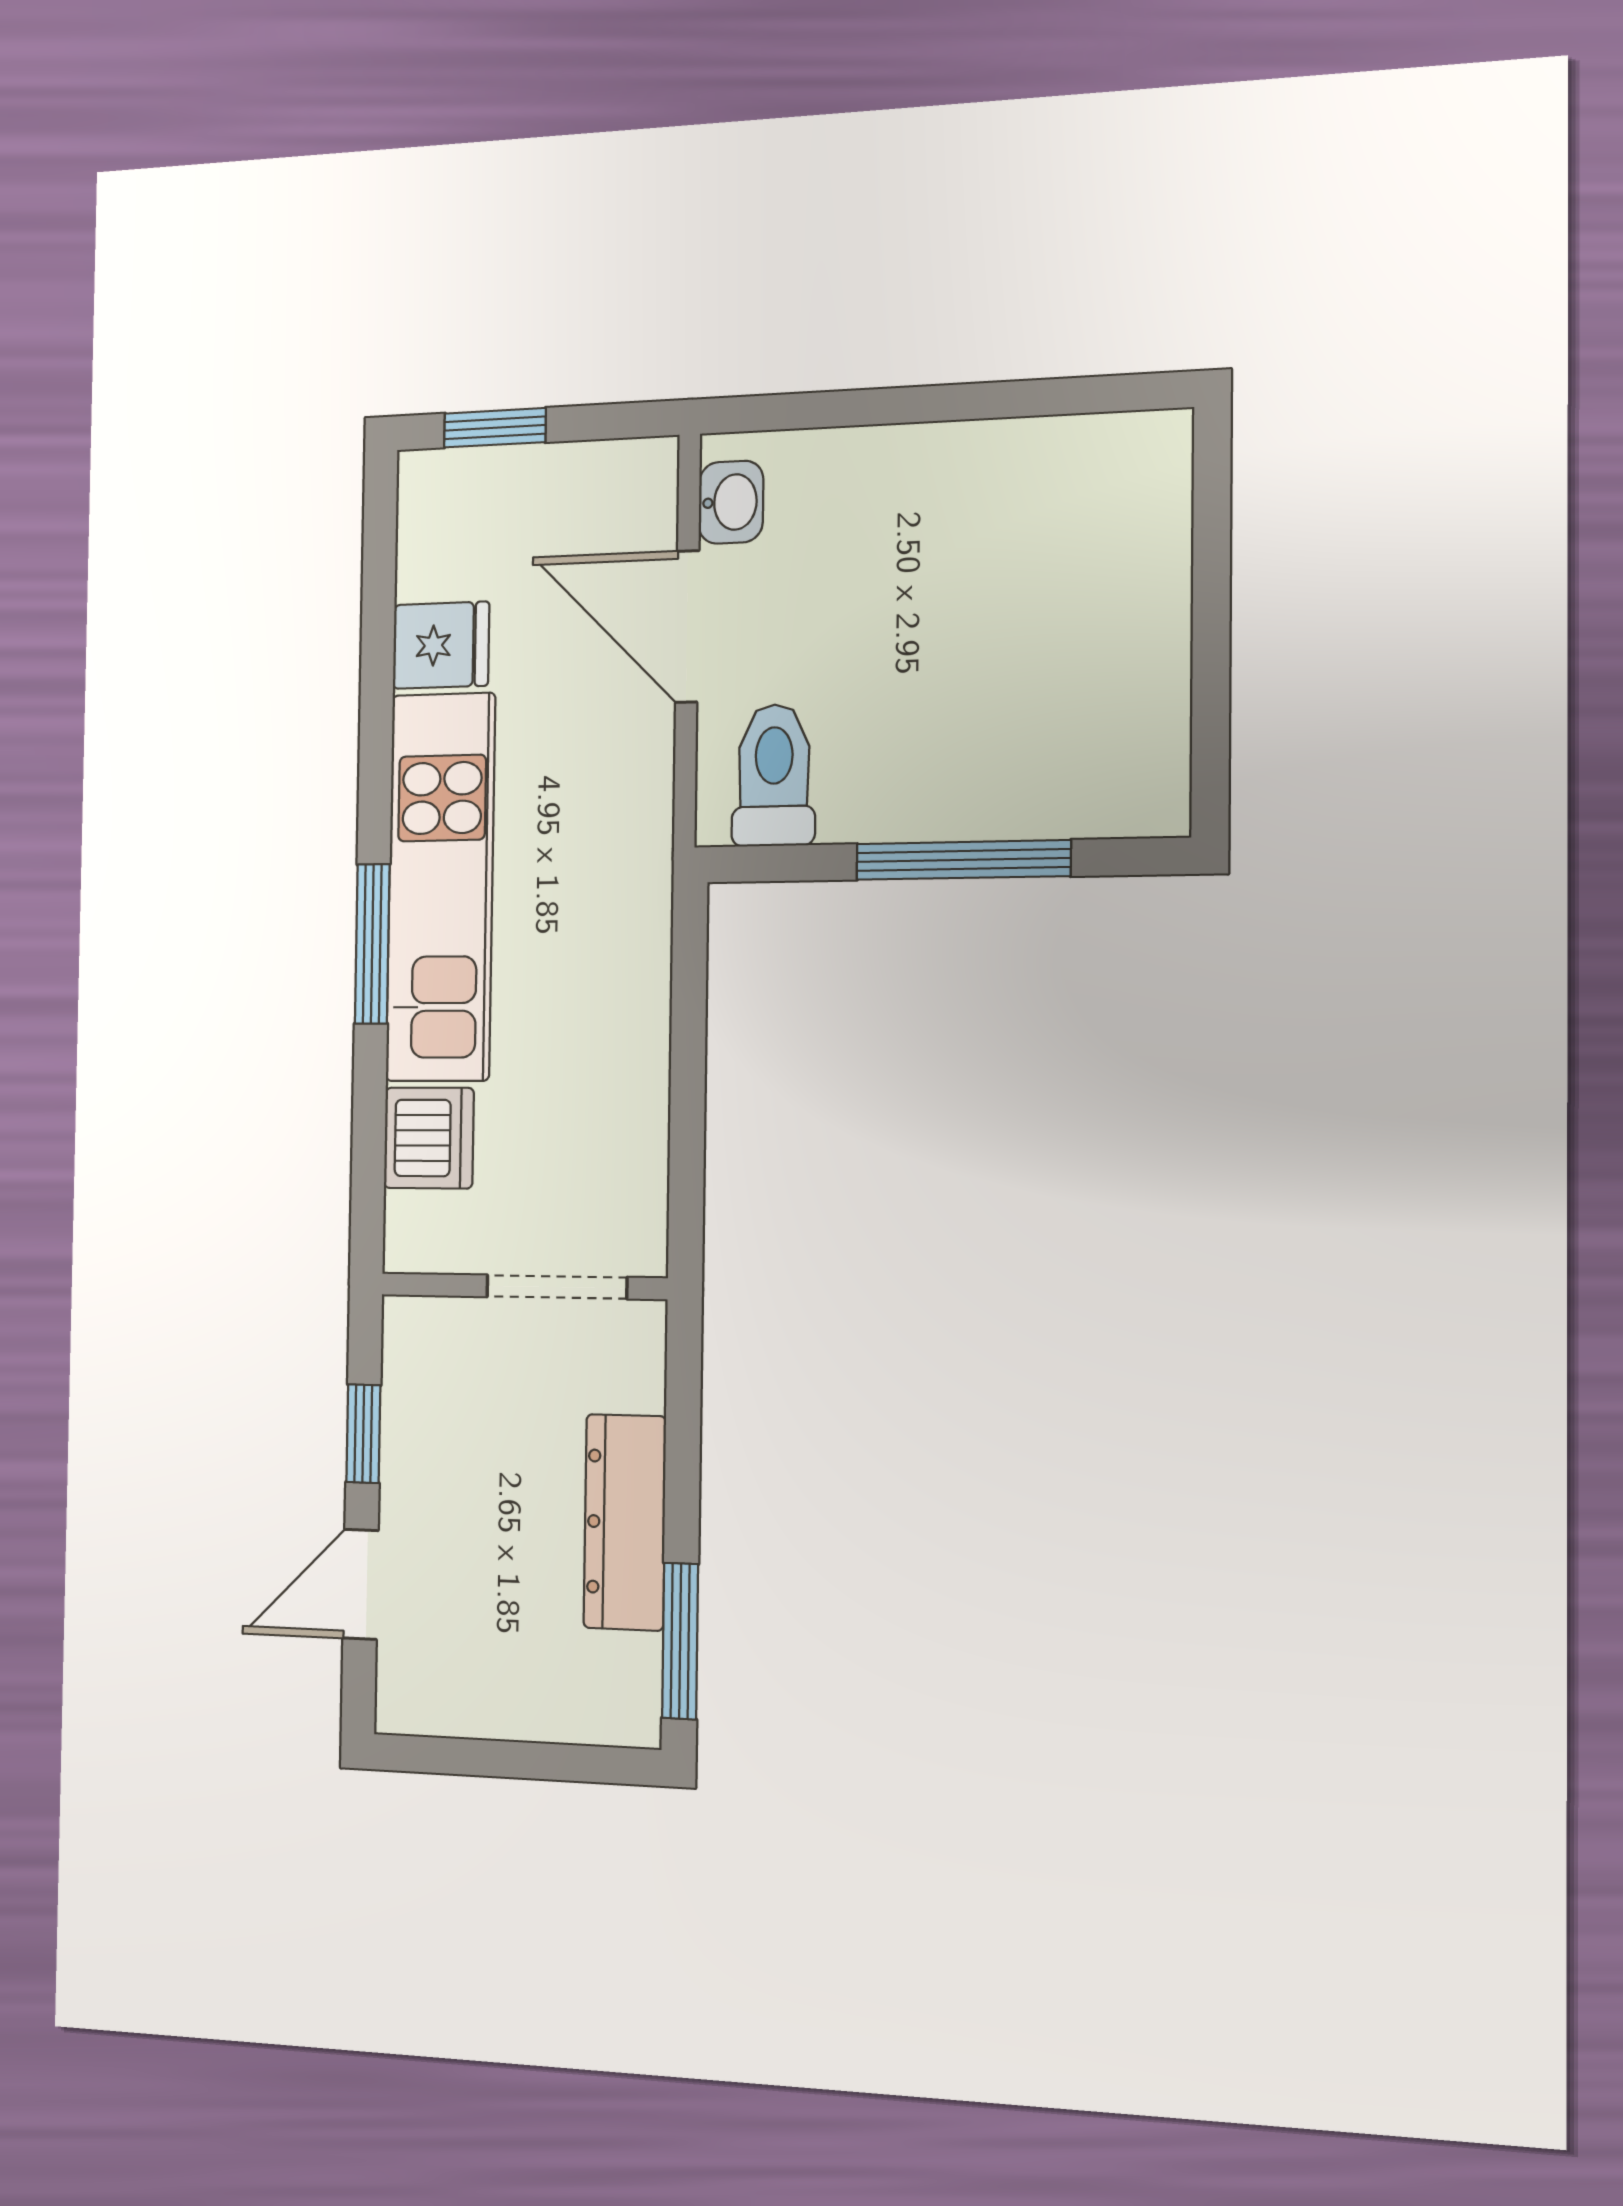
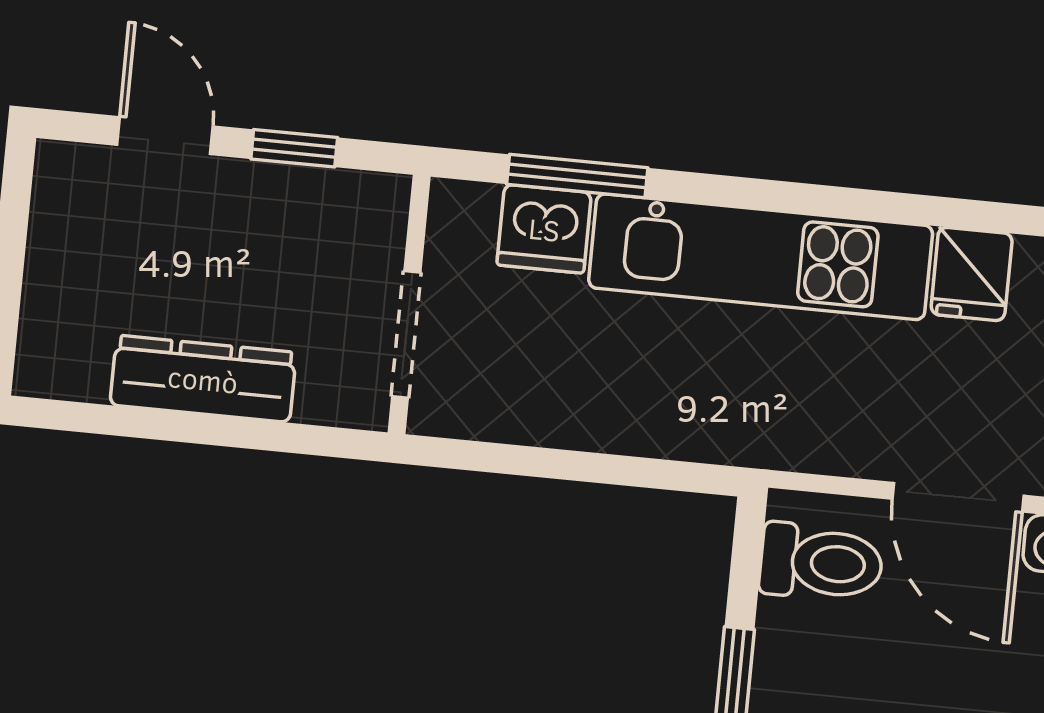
door: (687, 627) -> (958, 497), swing flipped
window: (372, 944) -> (577, 176), moved
window: (680, 1641) -> (101, 419), removed

